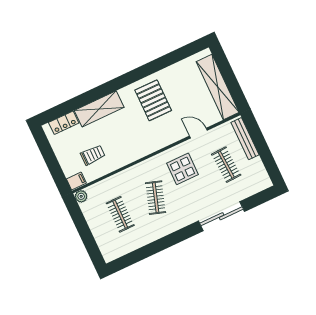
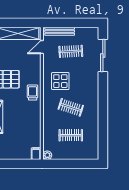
door: (198, 133) -> (42, 47), moved
trolley: (93, 155) -> (33, 92), moved
sliding door: (222, 216) -> (103, 56), moved

